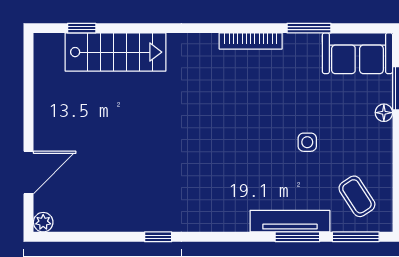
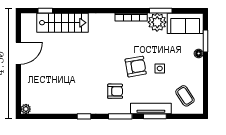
plant: (302, 51) -> (157, 22), added
armchair: (260, 139) -> (136, 67), added
door: (29, 172) -> (18, 53), moved
armchair: (219, 187) -> (115, 91), added
window: (356, 237) -> (120, 116), moved

